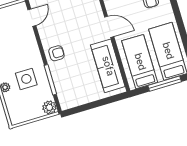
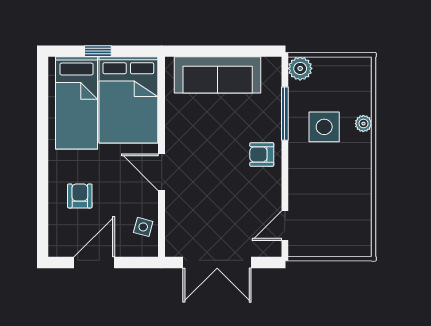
bed: (140, 62) -> (128, 100), width x1.50
sofa: (108, 66) -> (218, 75), moved, turned 90
window: (165, 84) -> (98, 51), width x0.46

